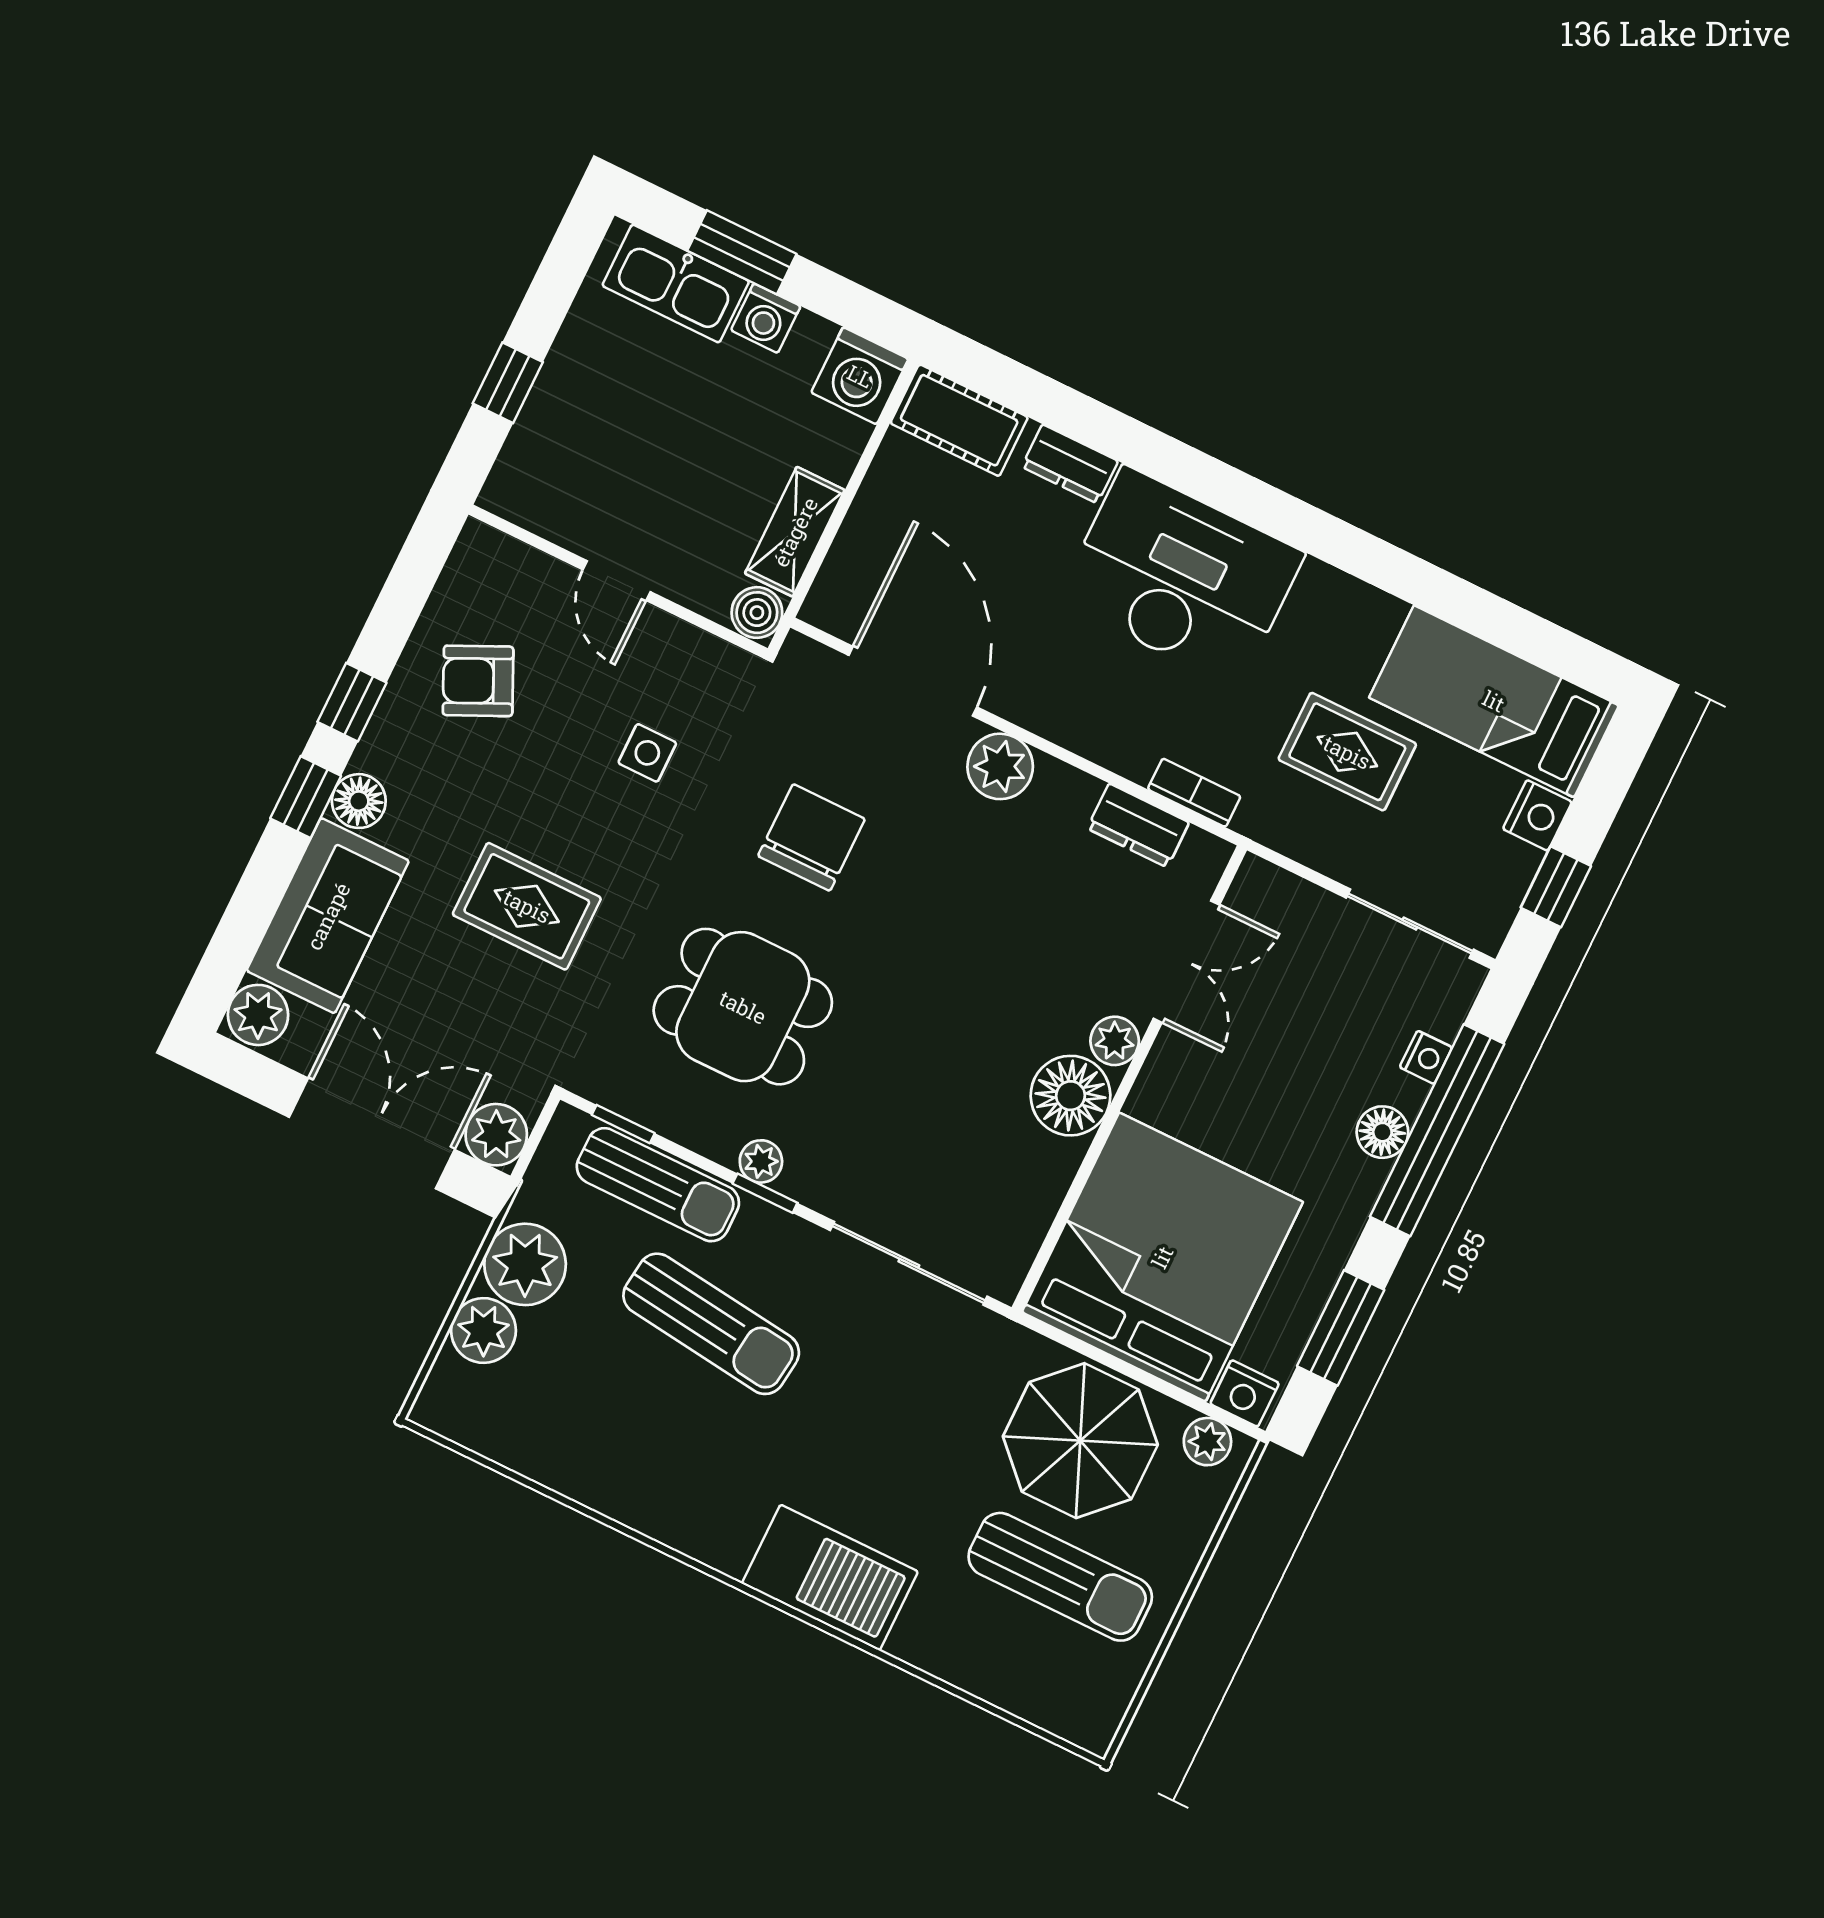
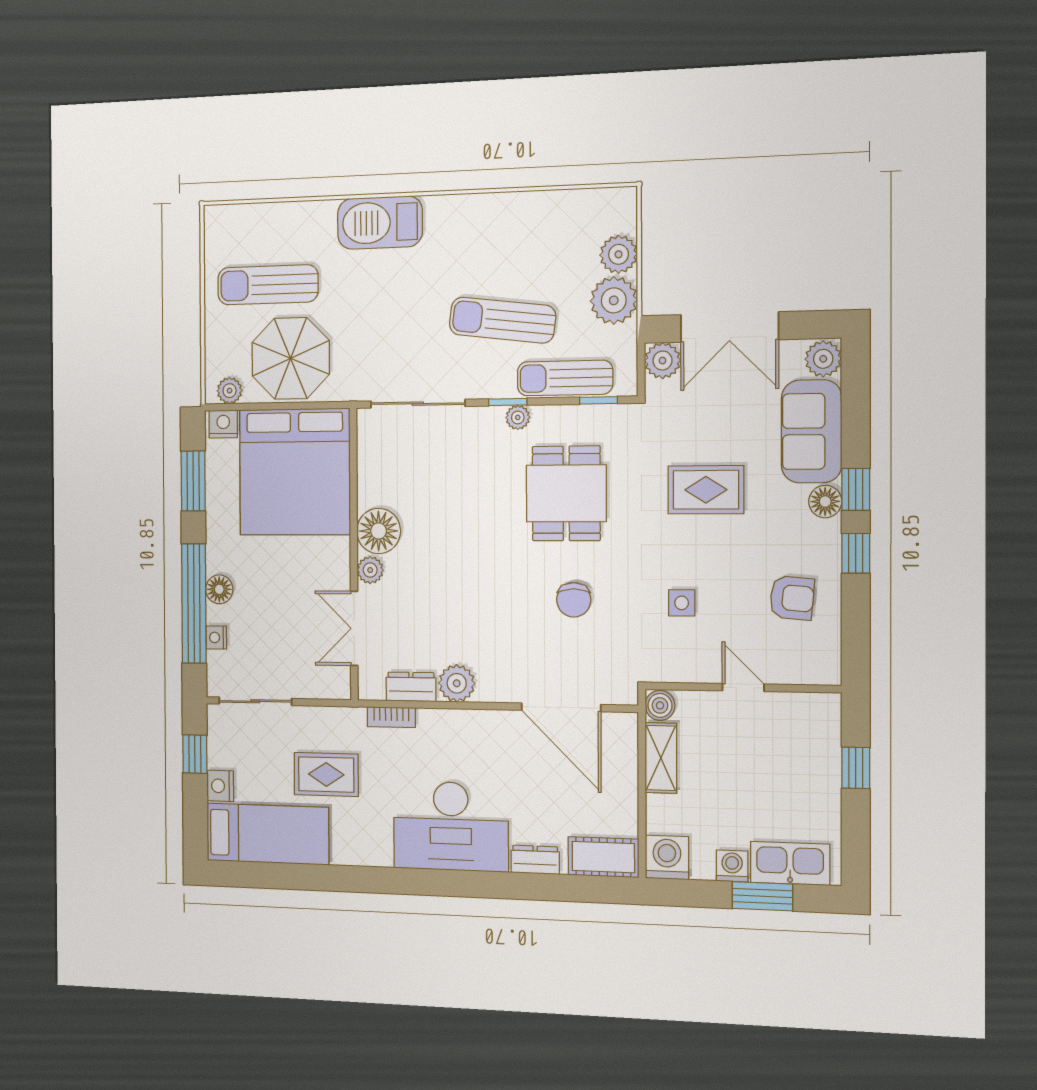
armchair: (478, 681) -> (792, 598), turned 30
plant: (1000, 766) -> (457, 683), moved
chair: (811, 837) -> (574, 600), width x0.73, depth x0.73
dining table: (743, 1007) -> (566, 493), turned 90

